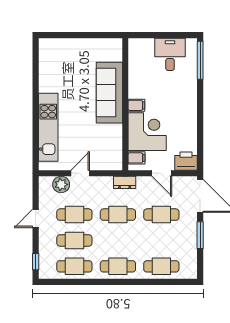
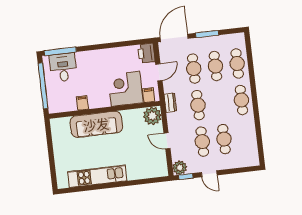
window: (162, 35) -> (43, 86), added
desk: (170, 54) -> (63, 67), moved, turned 90
filing cabinet: (136, 105) -> (82, 103), moved
kitchen unit: (48, 127) -> (97, 176), moved
plant: (112, 159) -> (152, 116), added
plant: (61, 184) -> (180, 168), moved
window: (36, 262) -> (186, 177), moved
cafe table: (74, 266) -> (215, 66), moved

